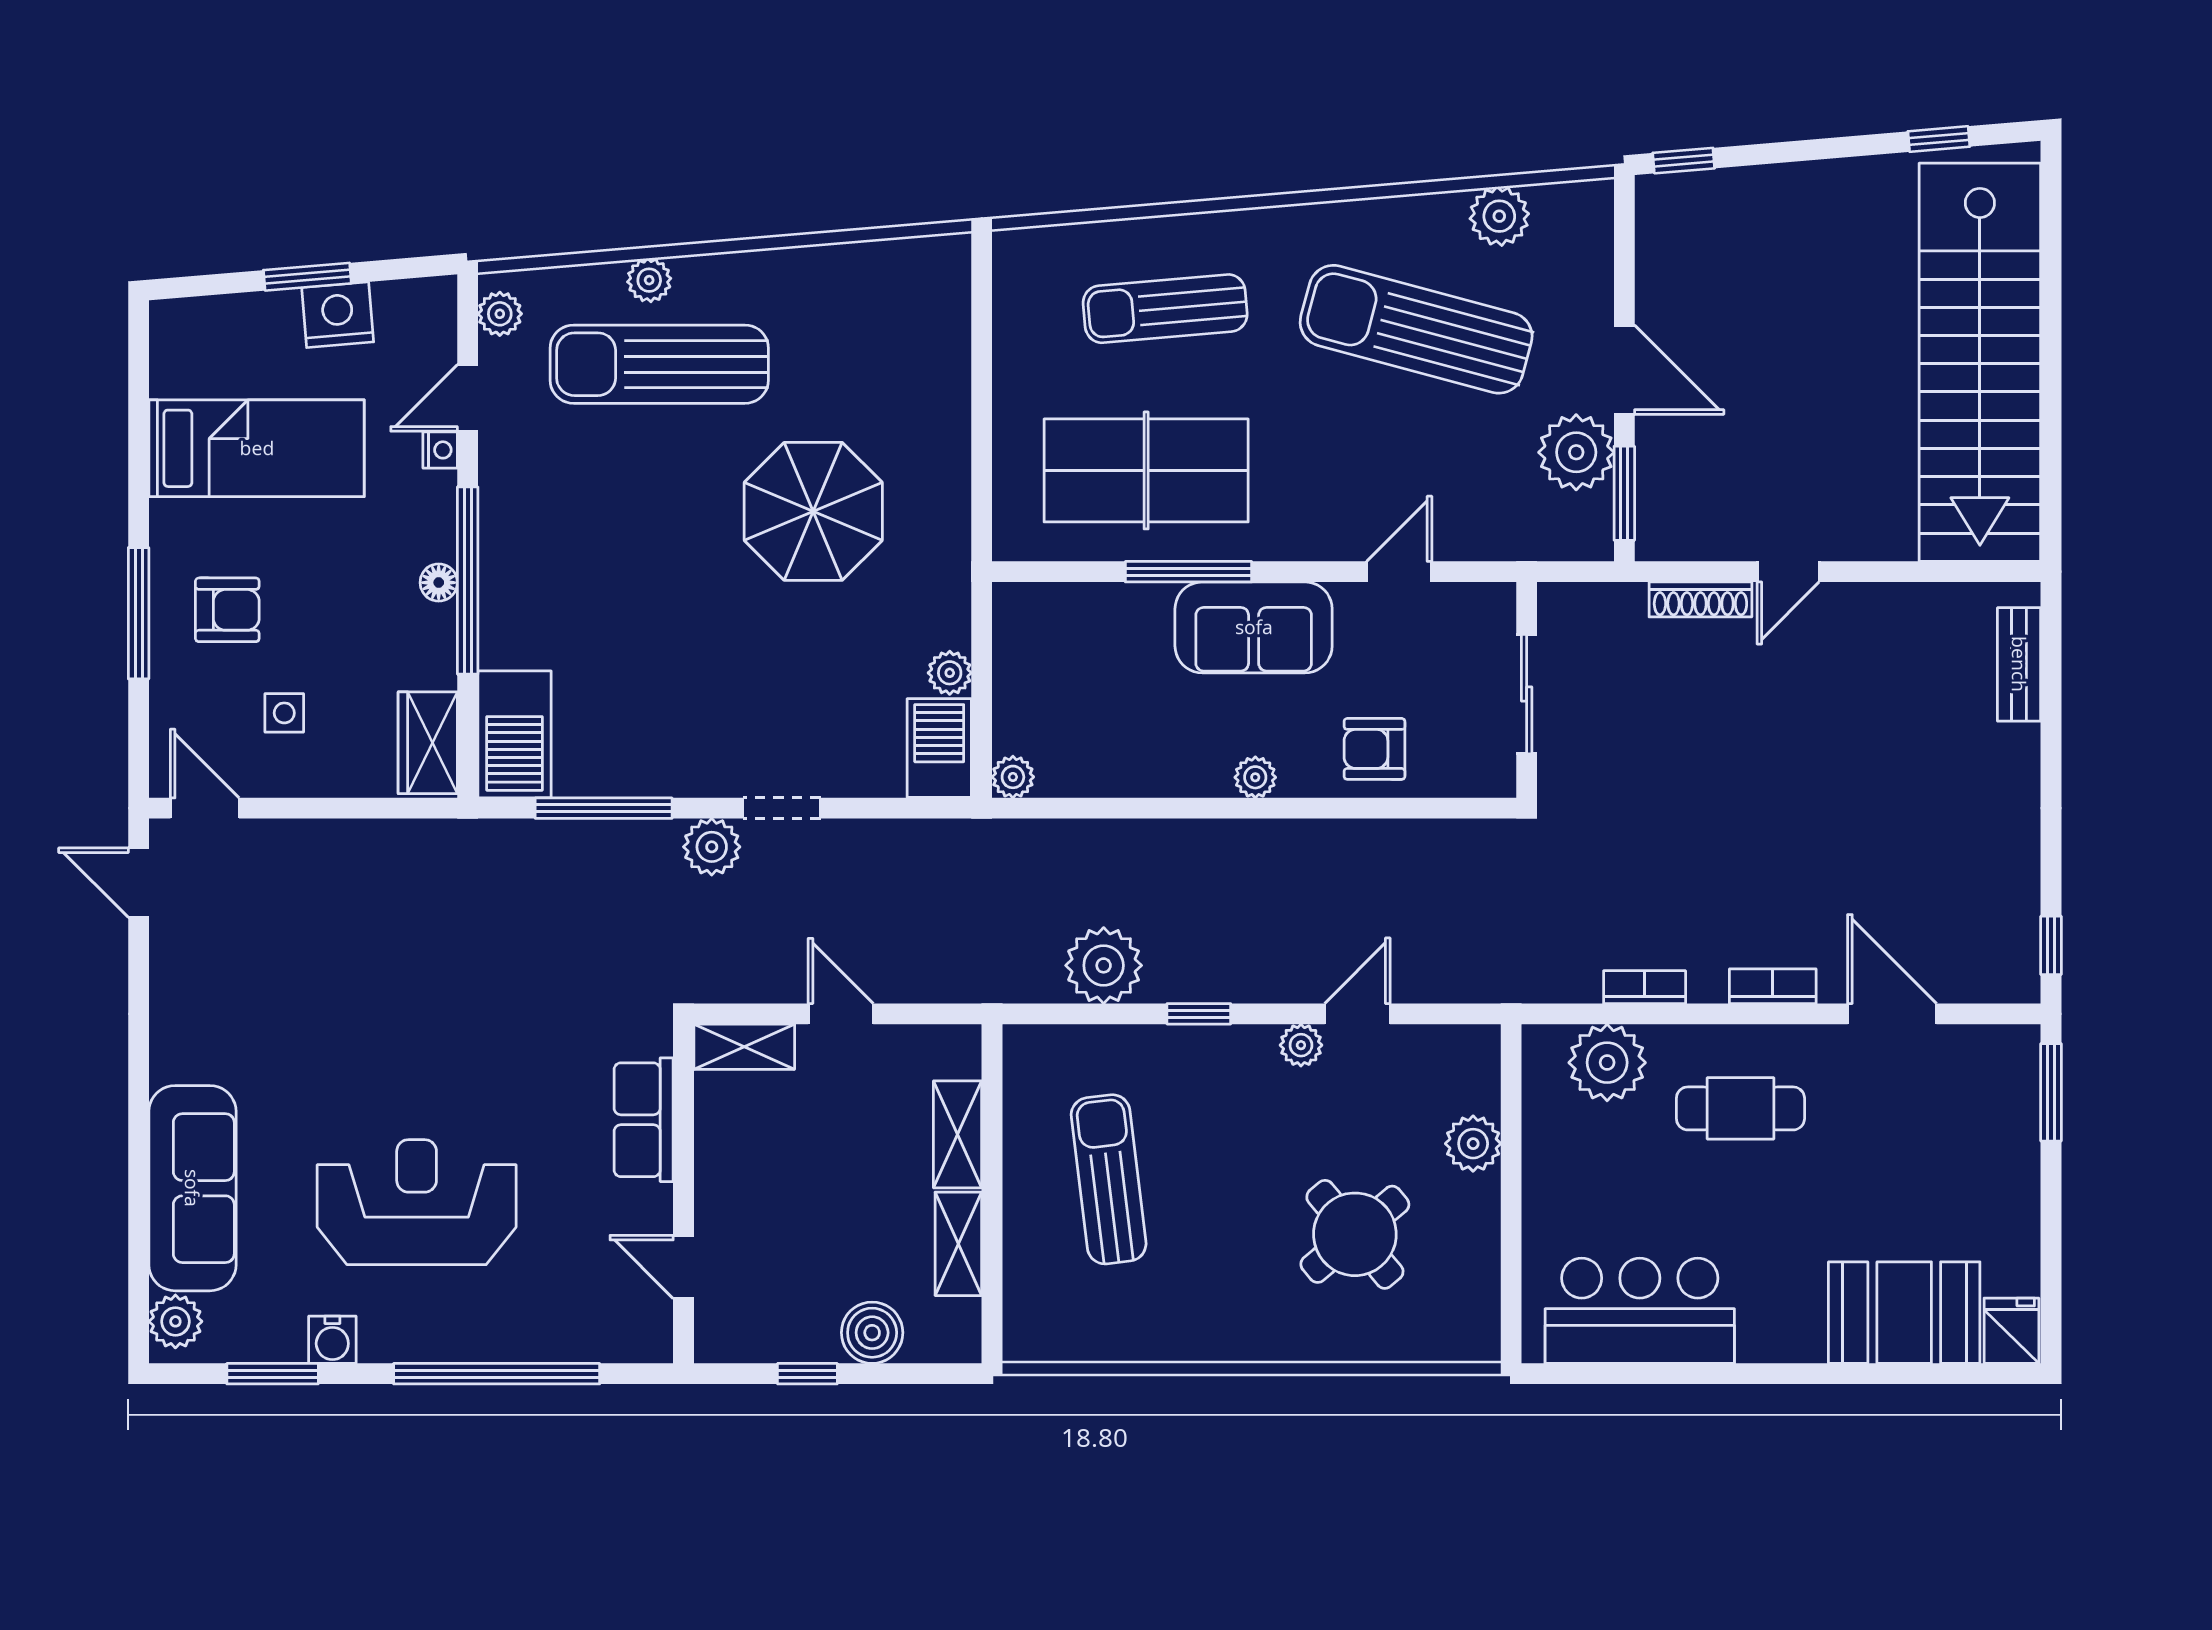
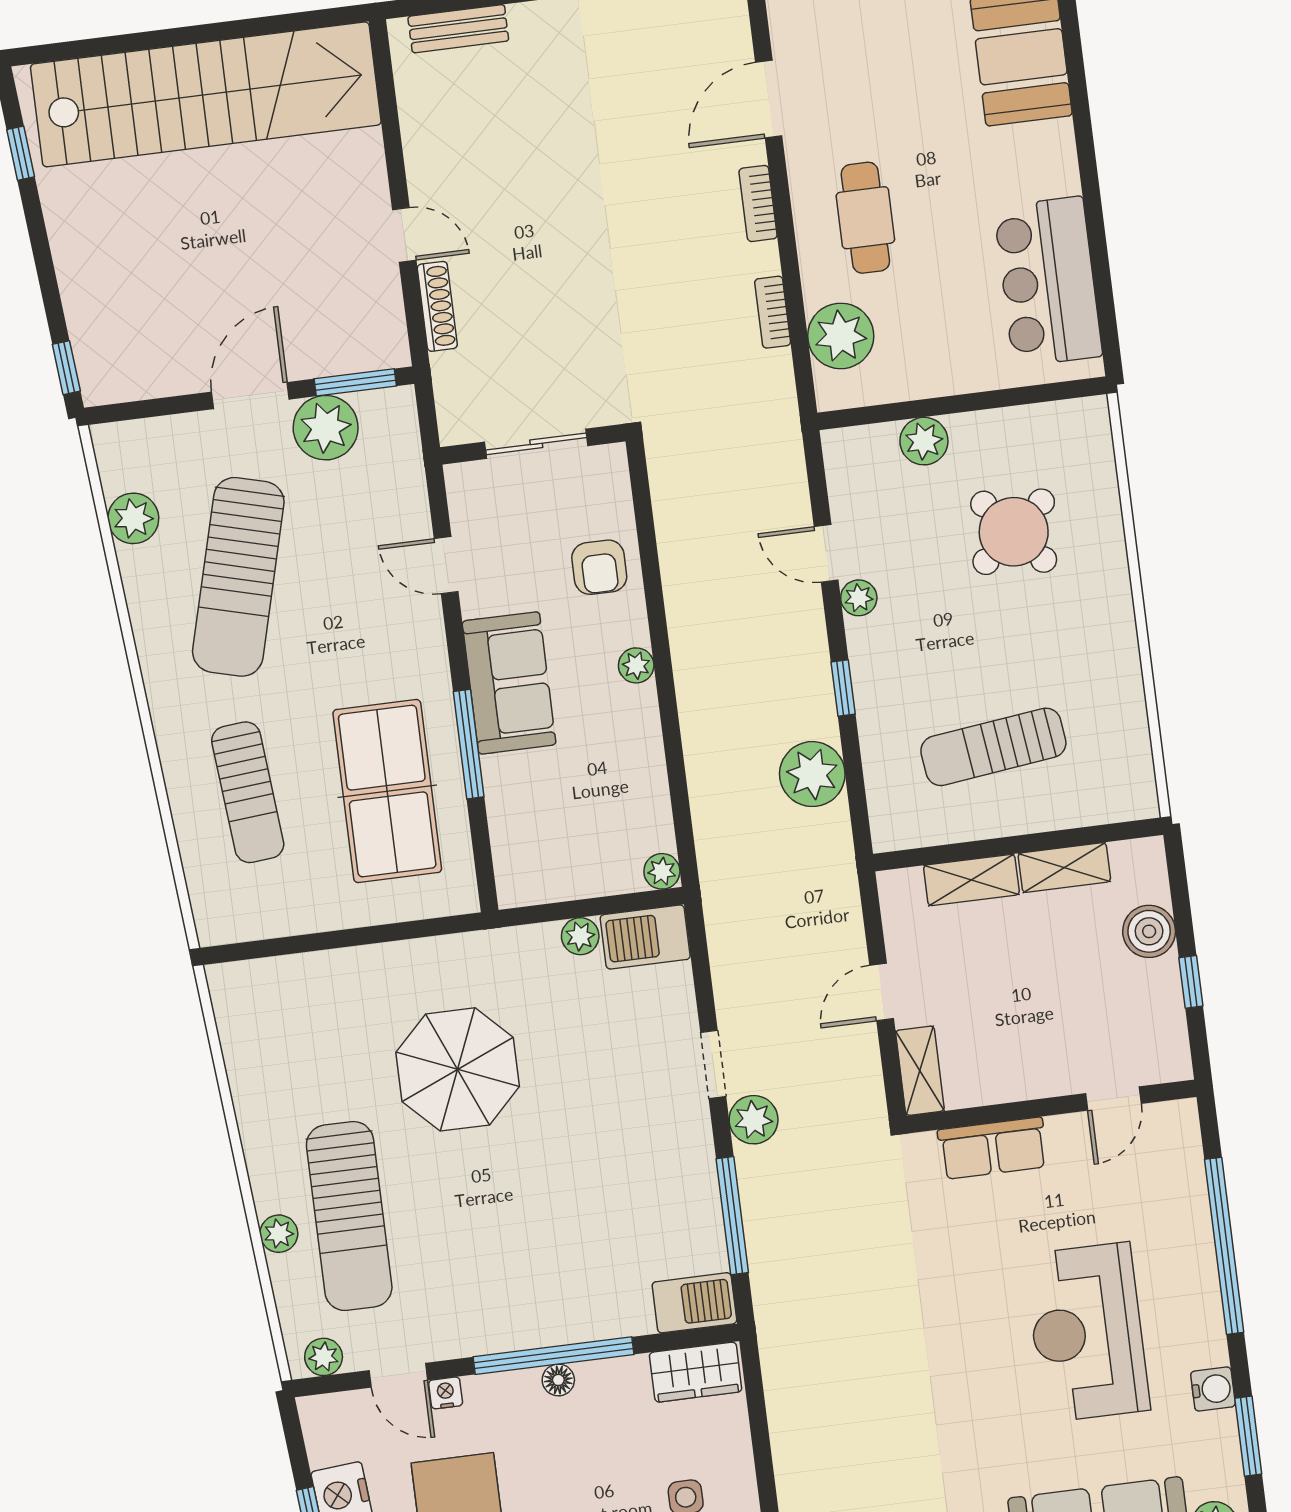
barbecue: (515, 734) -> (694, 1303), width x0.73, depth x0.83

